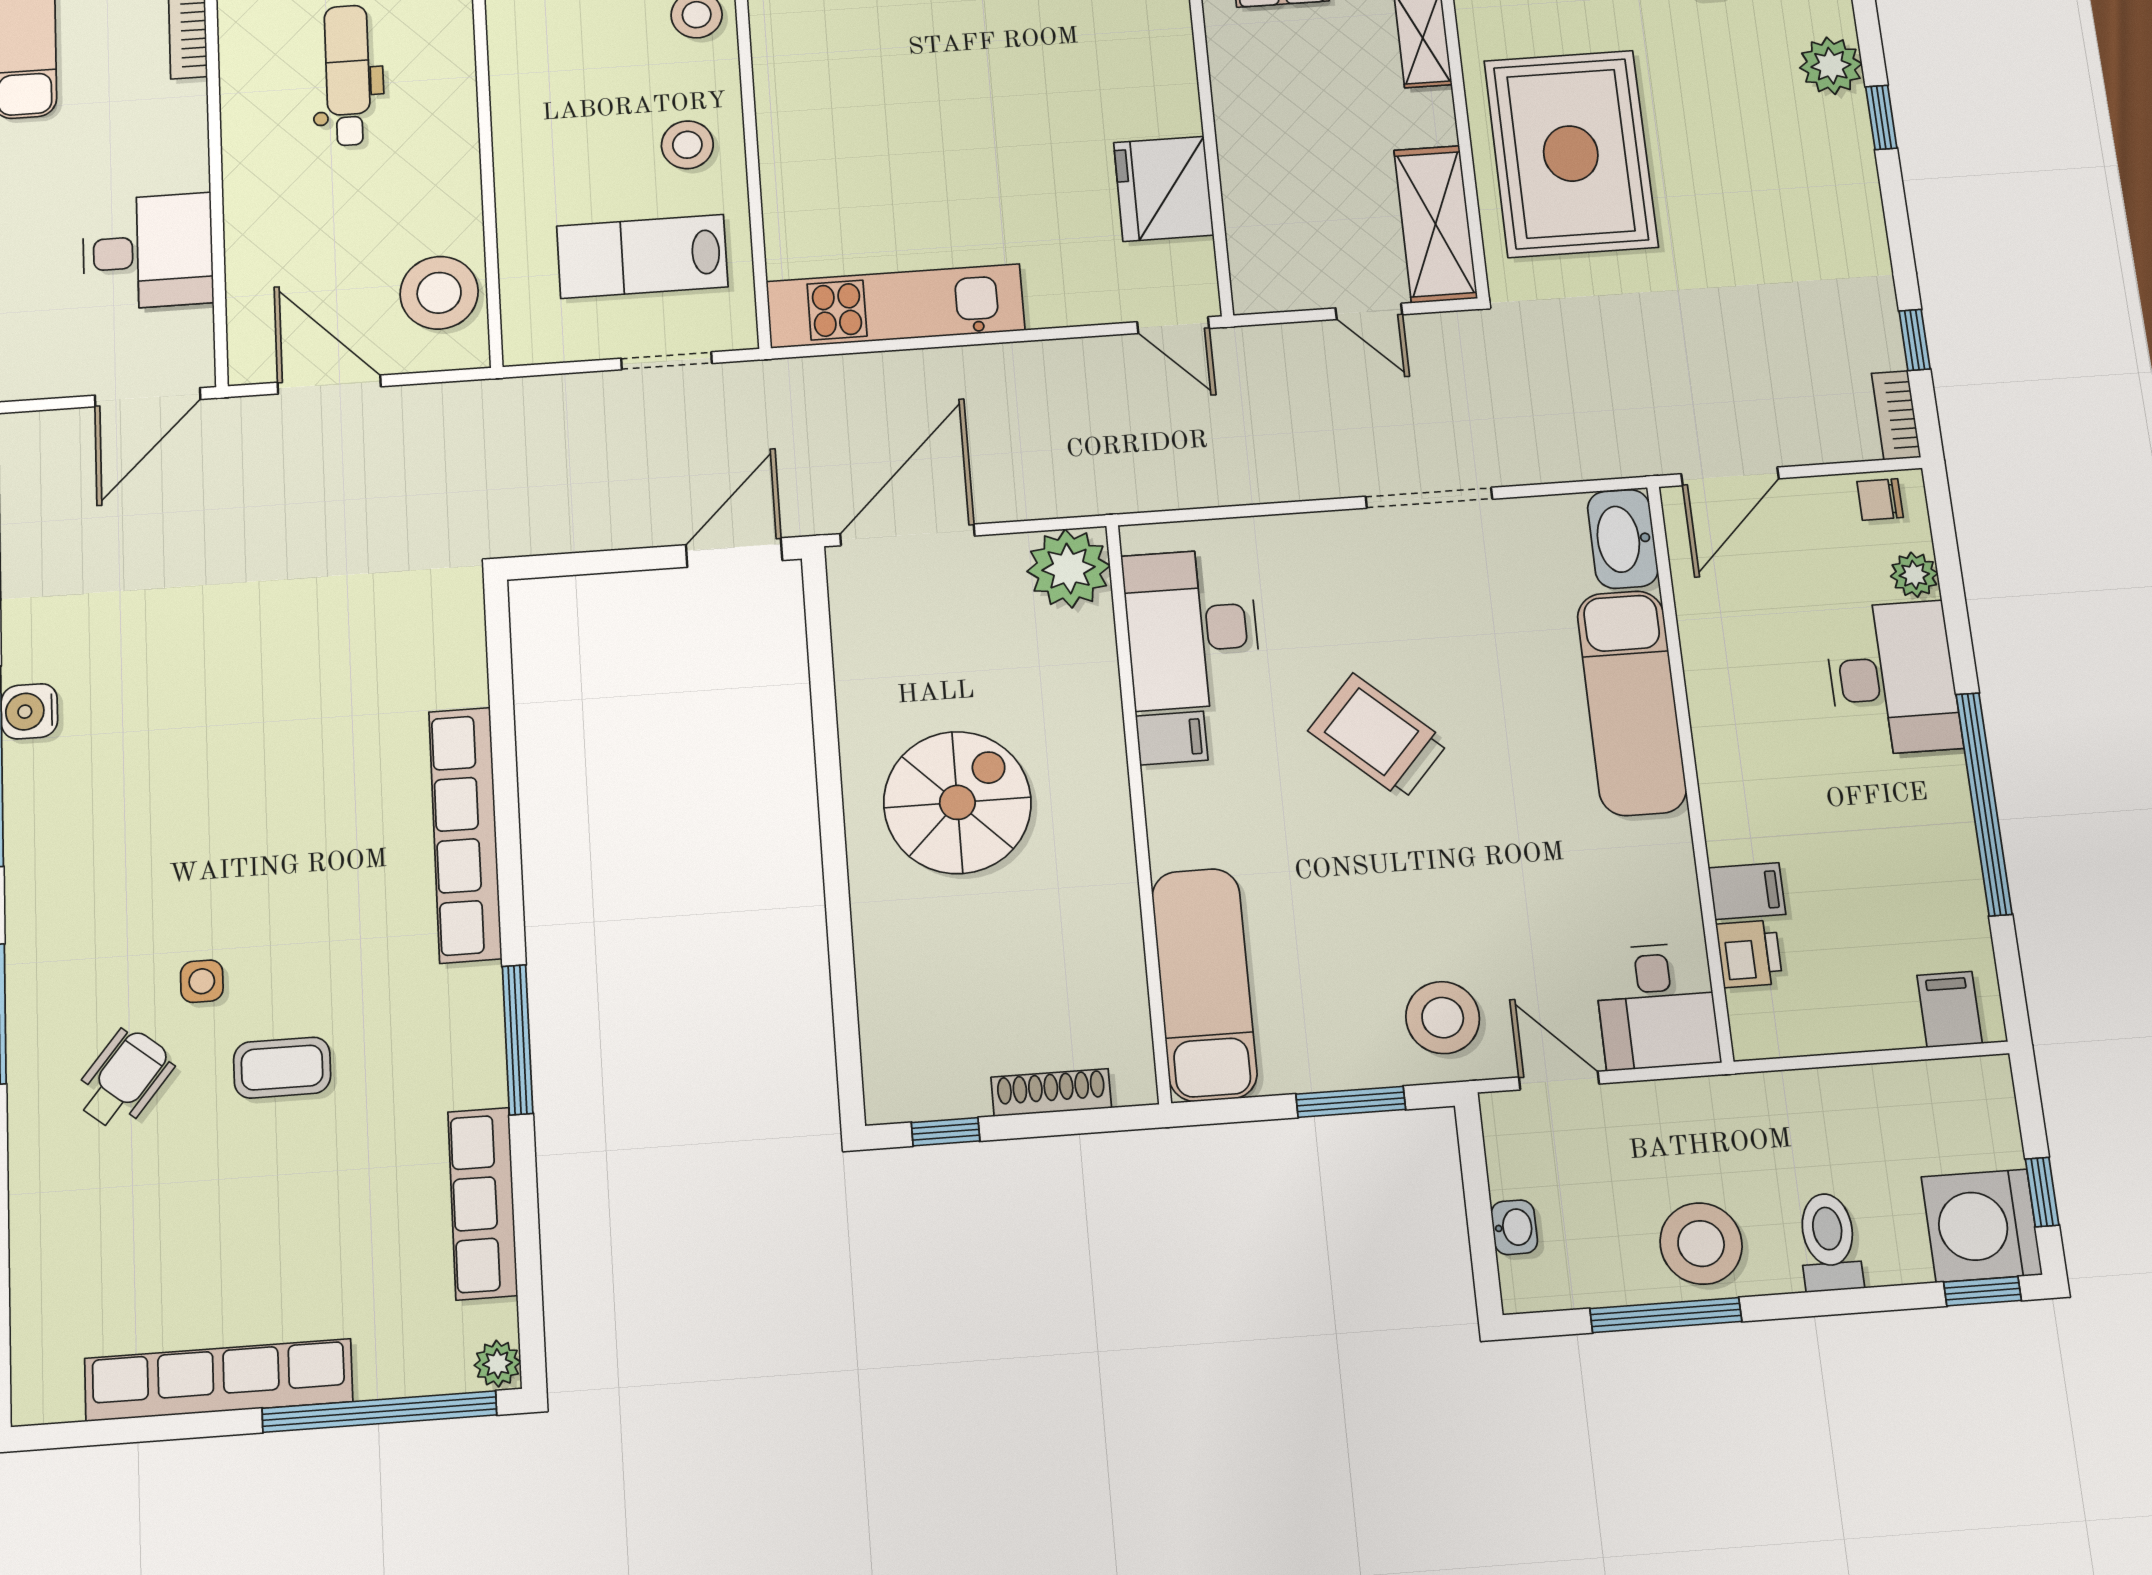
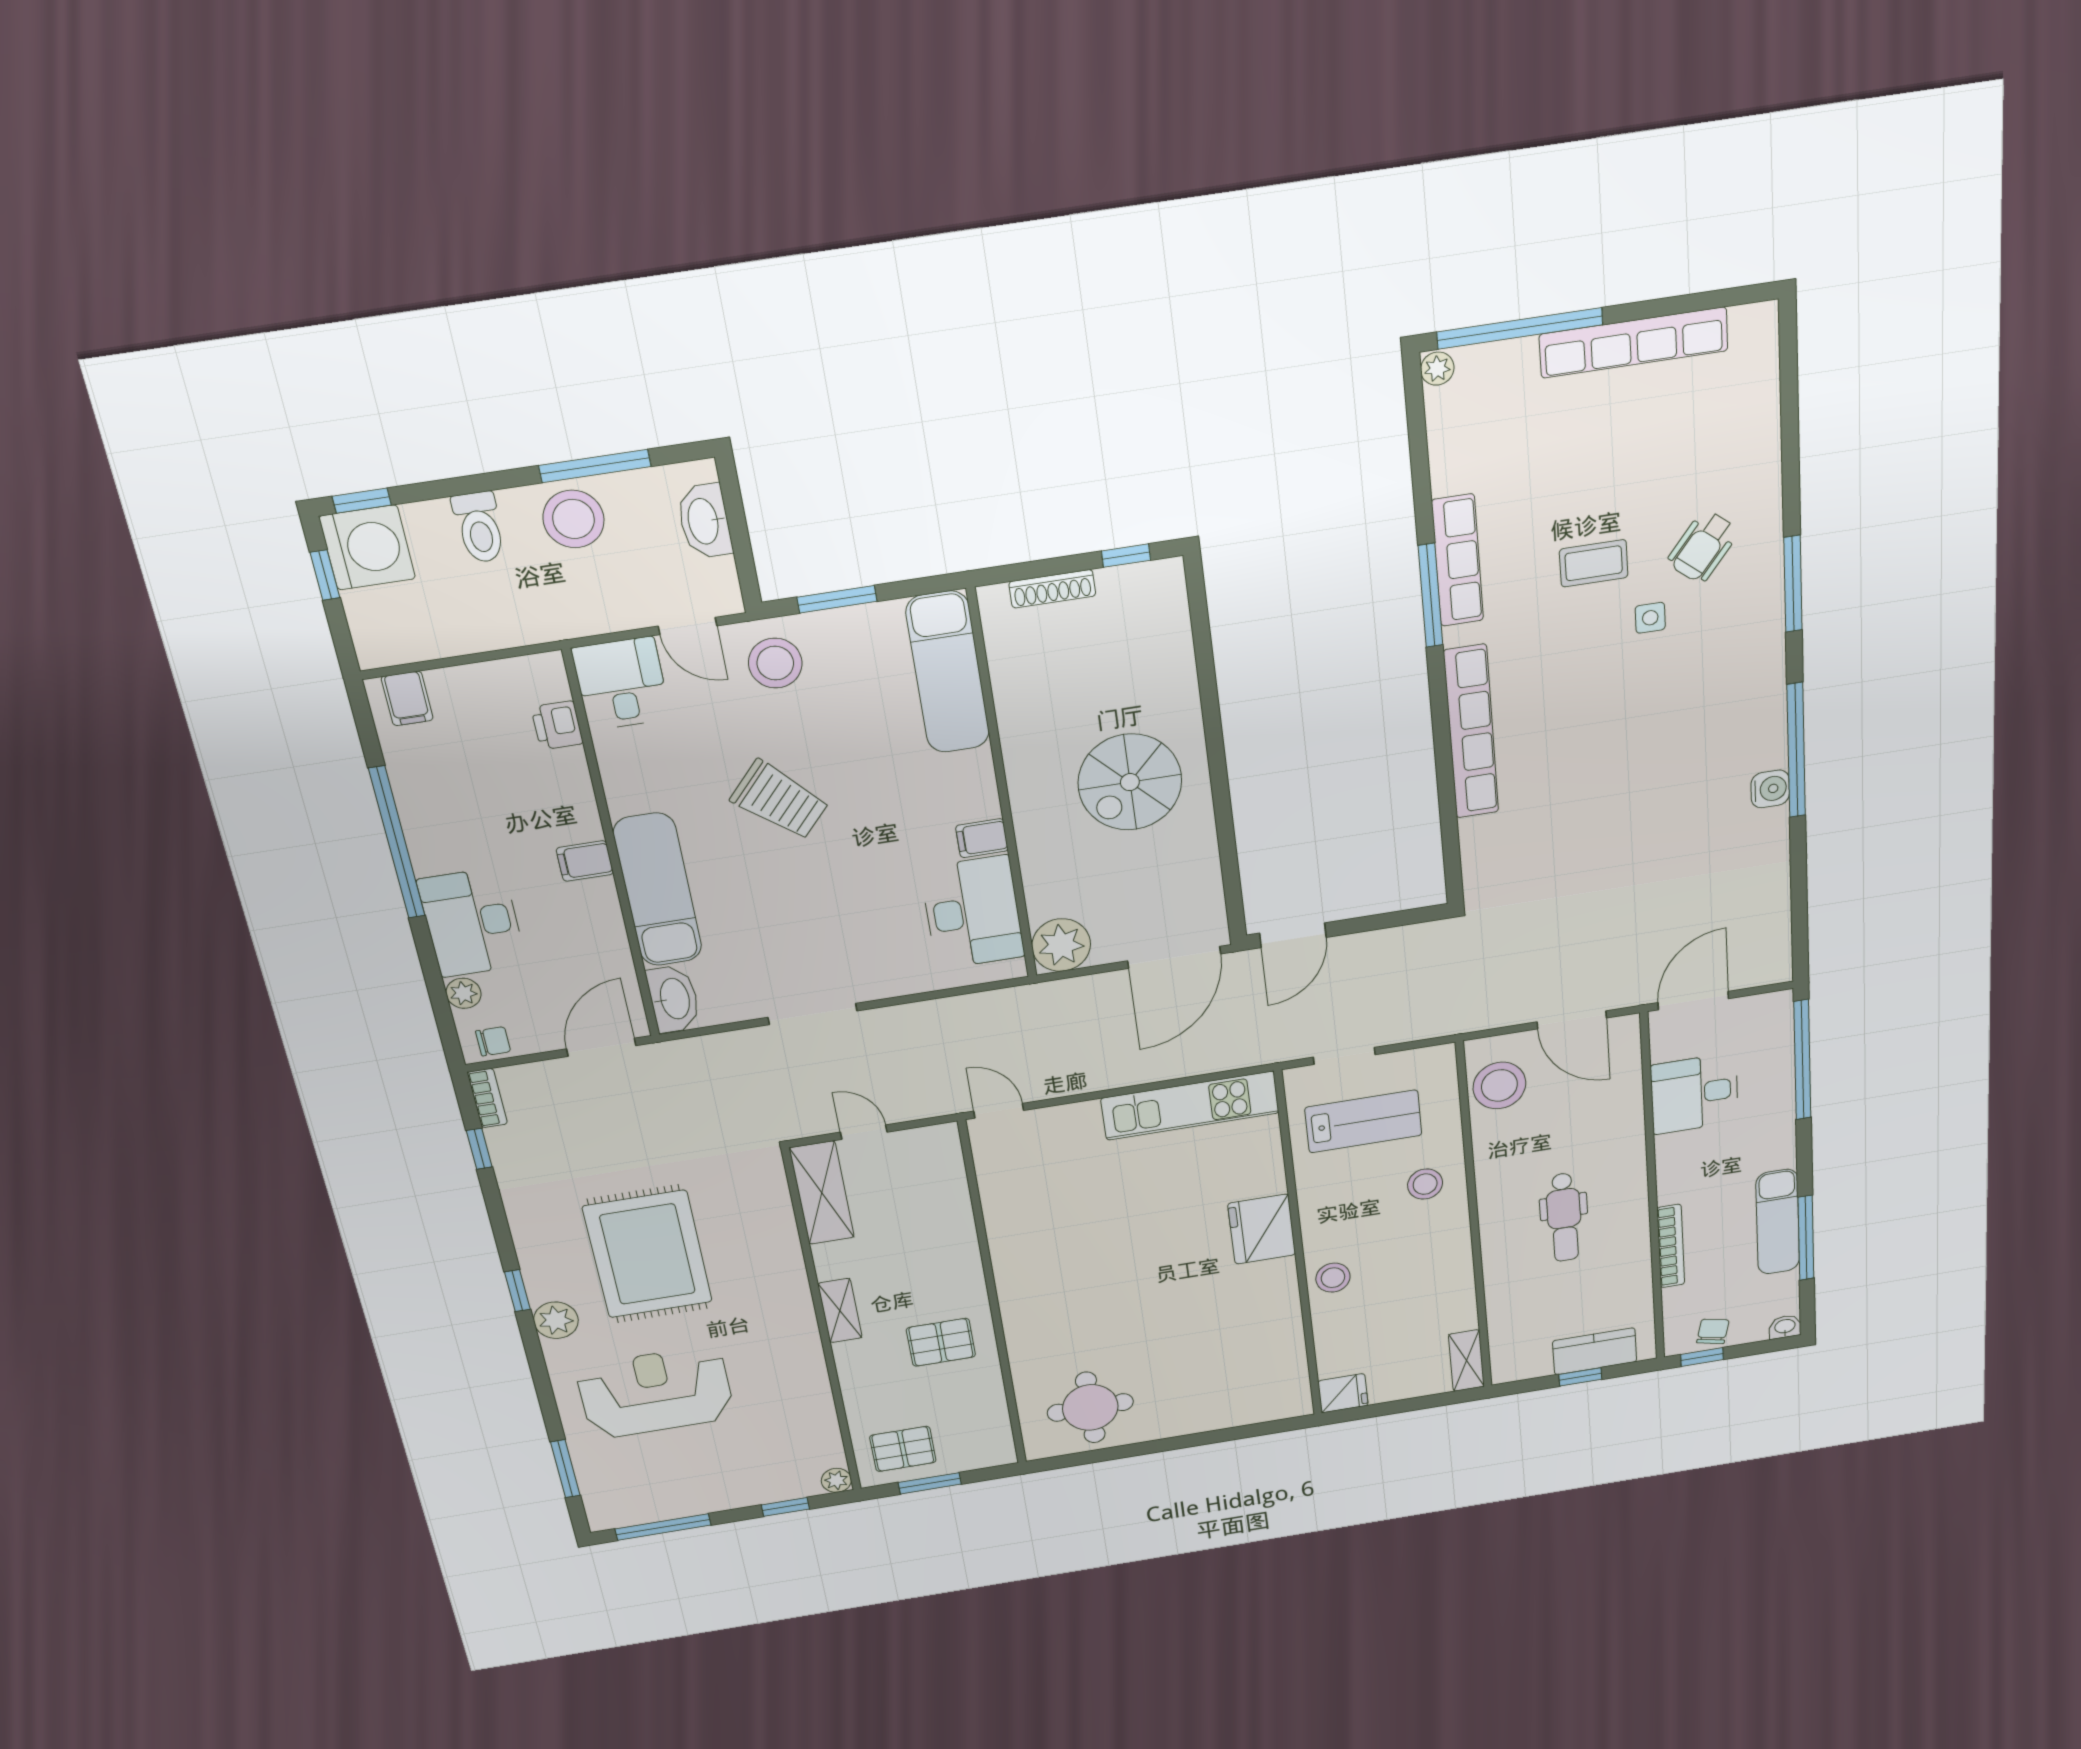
stool: (687, 145) -> (1425, 1184), moved
rug: (1571, 154) -> (648, 1254), moved
fridge: (1164, 189) -> (1262, 1229), moved, turned 180
trolley: (1378, 737) -> (780, 800), moved
filing cabinet: (1747, 891) -> (585, 861), moved
row of seats: (483, 1203) -> (1457, 560), moved
washbasin: (1514, 1227) -> (704, 521), width x1.91, depth x1.45

